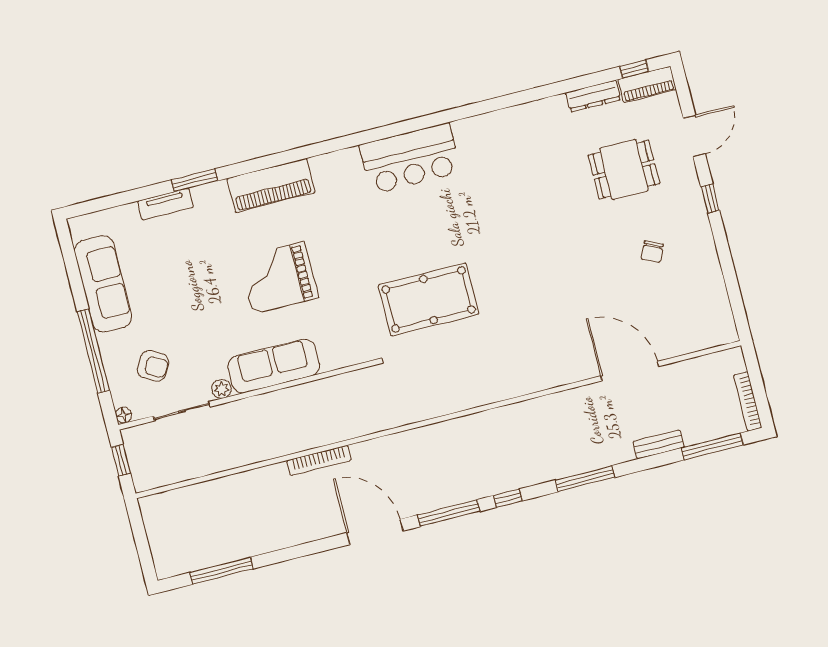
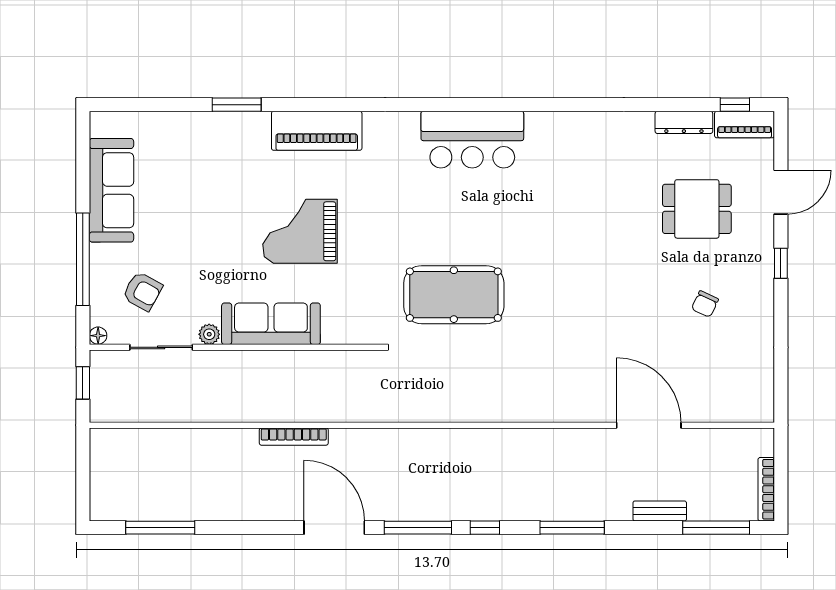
tv unit: (165, 204) -> (199, 122), removed

